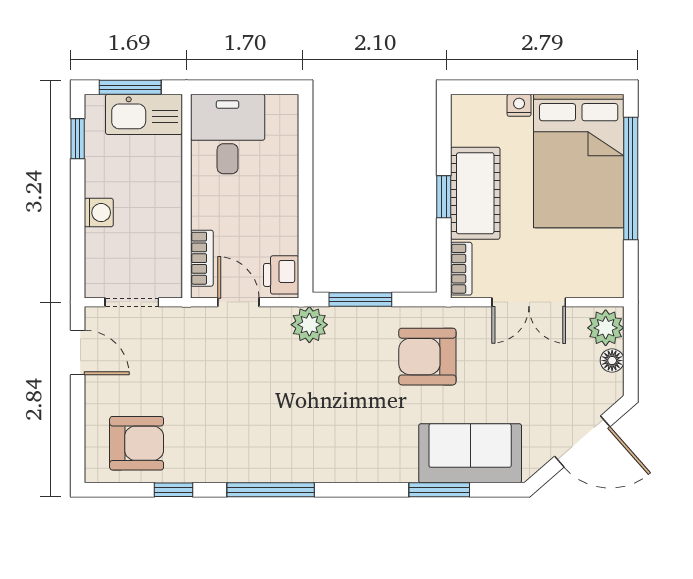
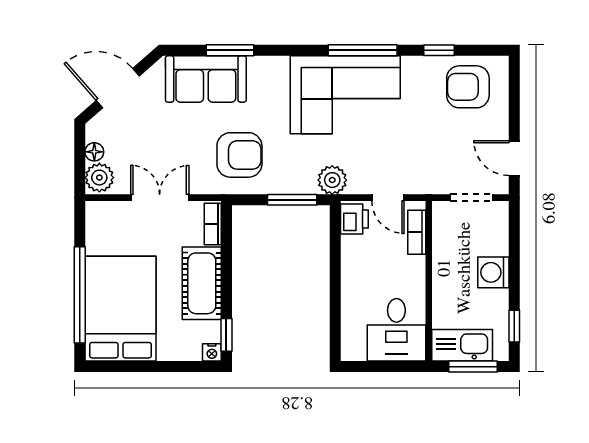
nightstand: (519, 105) -> (212, 352), moved
window: (444, 197) -> (226, 335), moved
washing machine: (99, 213) -> (493, 272), width x1.38, depth x1.38
corner sofa: (293, 433) -> (345, 95), added

